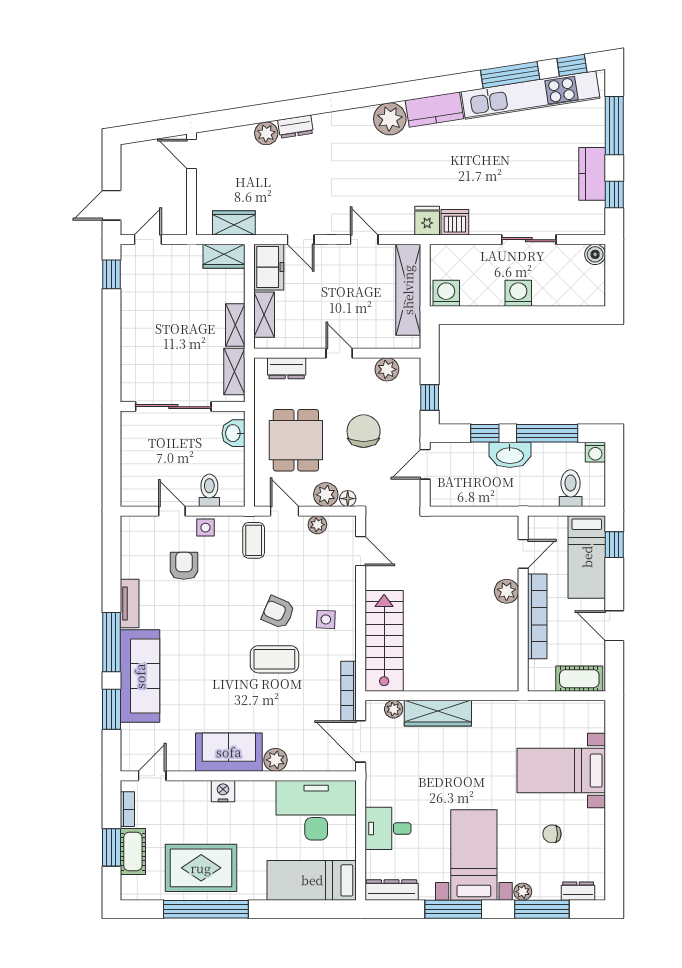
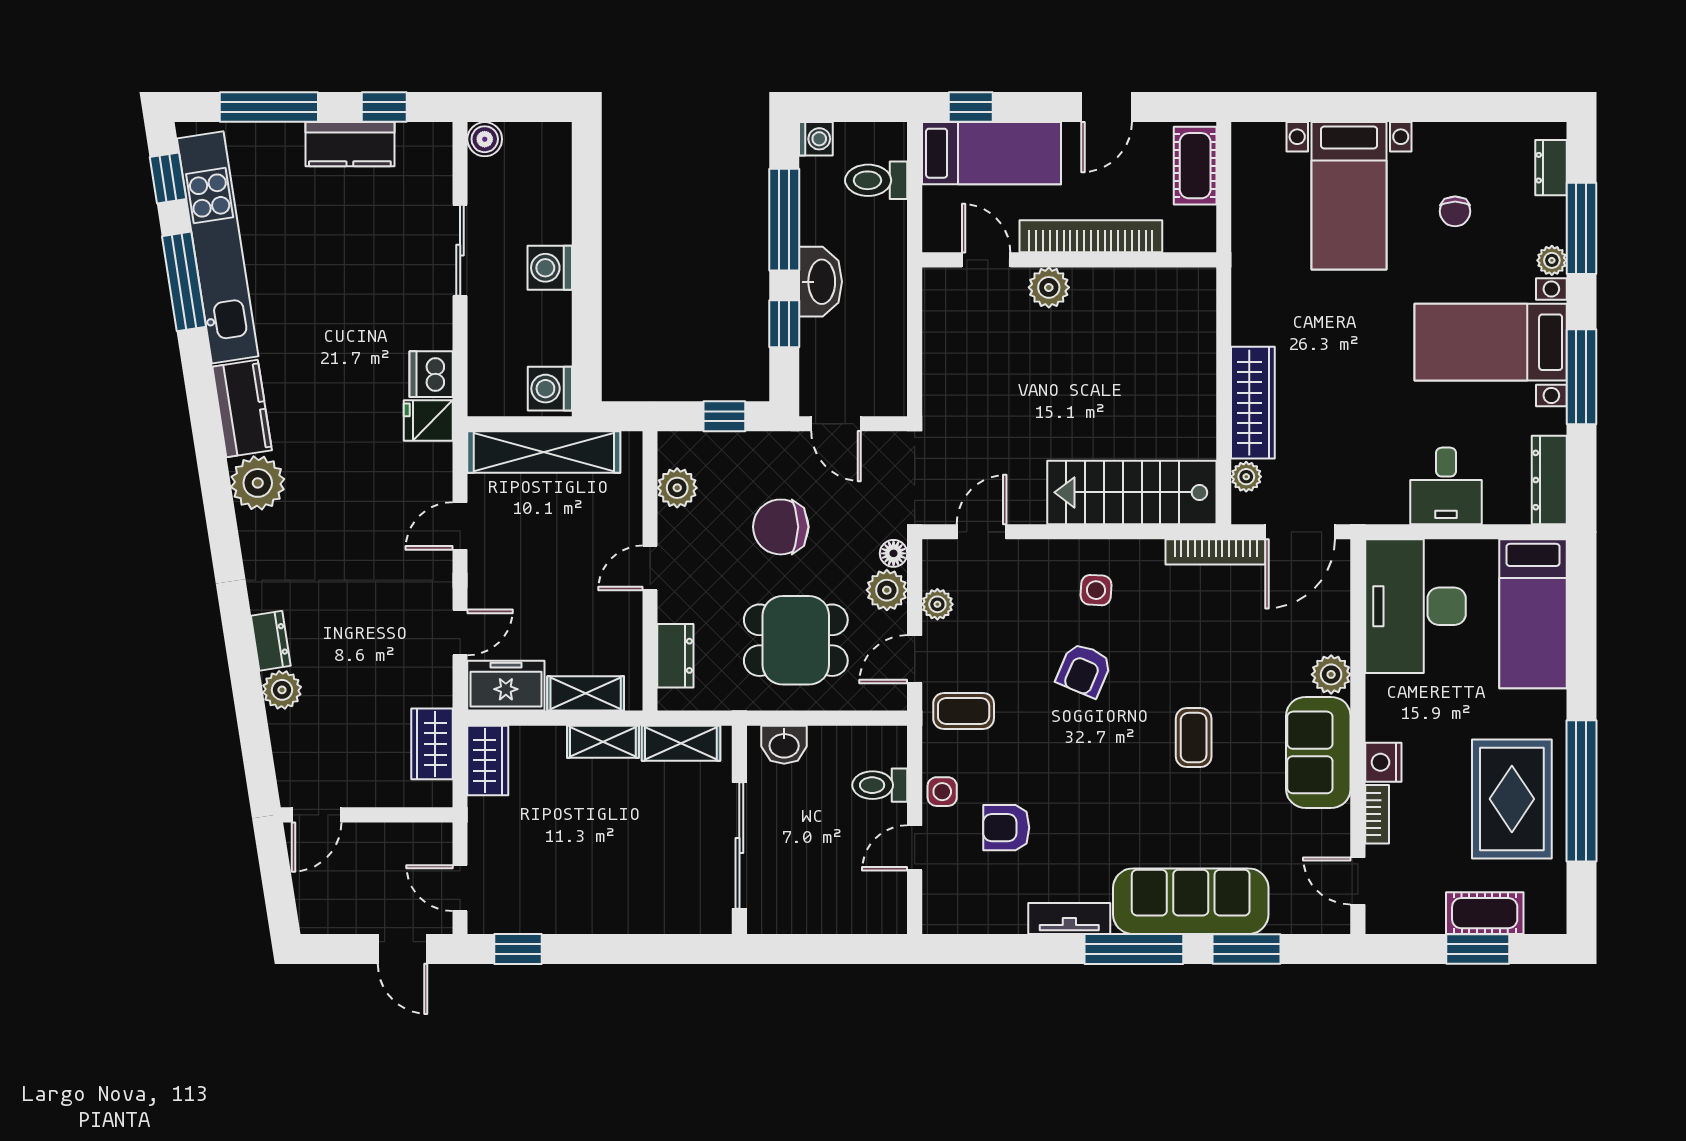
coffee table: (274, 659) -> (1194, 738), moved, width x0.73, depth x0.77
bookcase: (127, 809) -> (1377, 814), moved, turned 90

